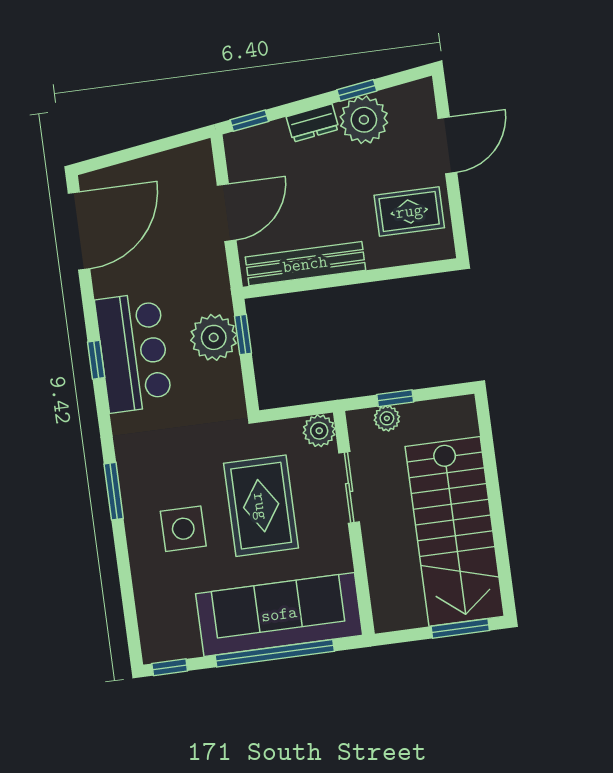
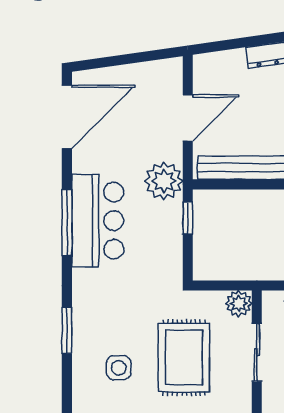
window: (249, 121) -> (216, 46), removed
plant: (214, 337) -> (164, 181), moved
window: (96, 360) -> (67, 222), width x2.17
side table: (183, 529) -> (119, 368), width x0.73, depth x0.73

